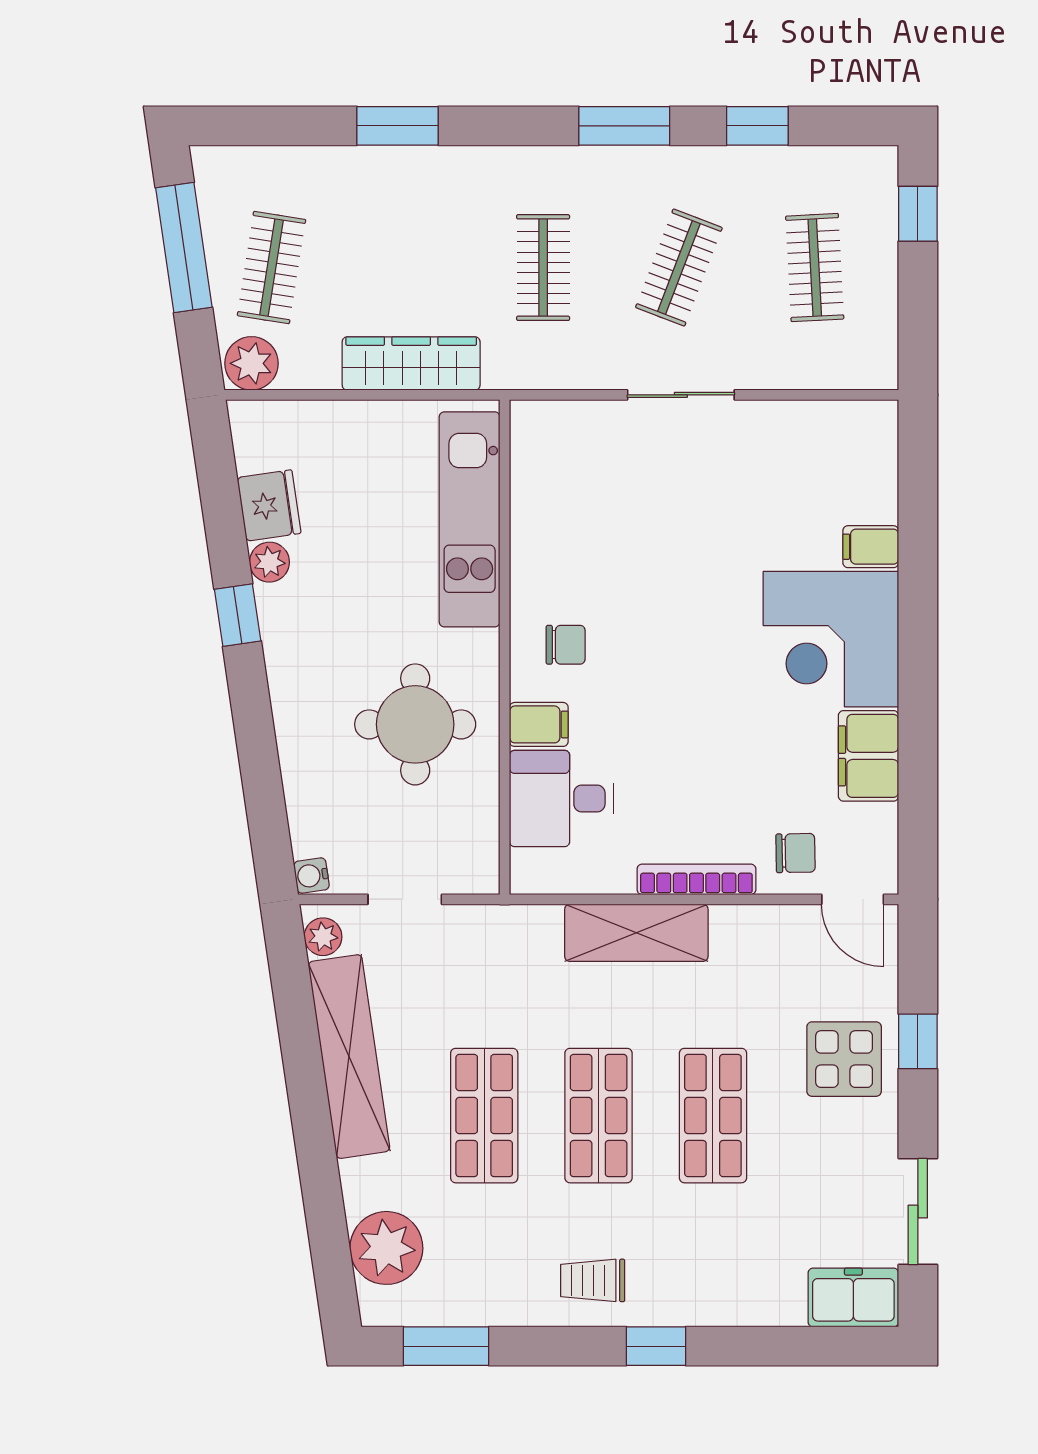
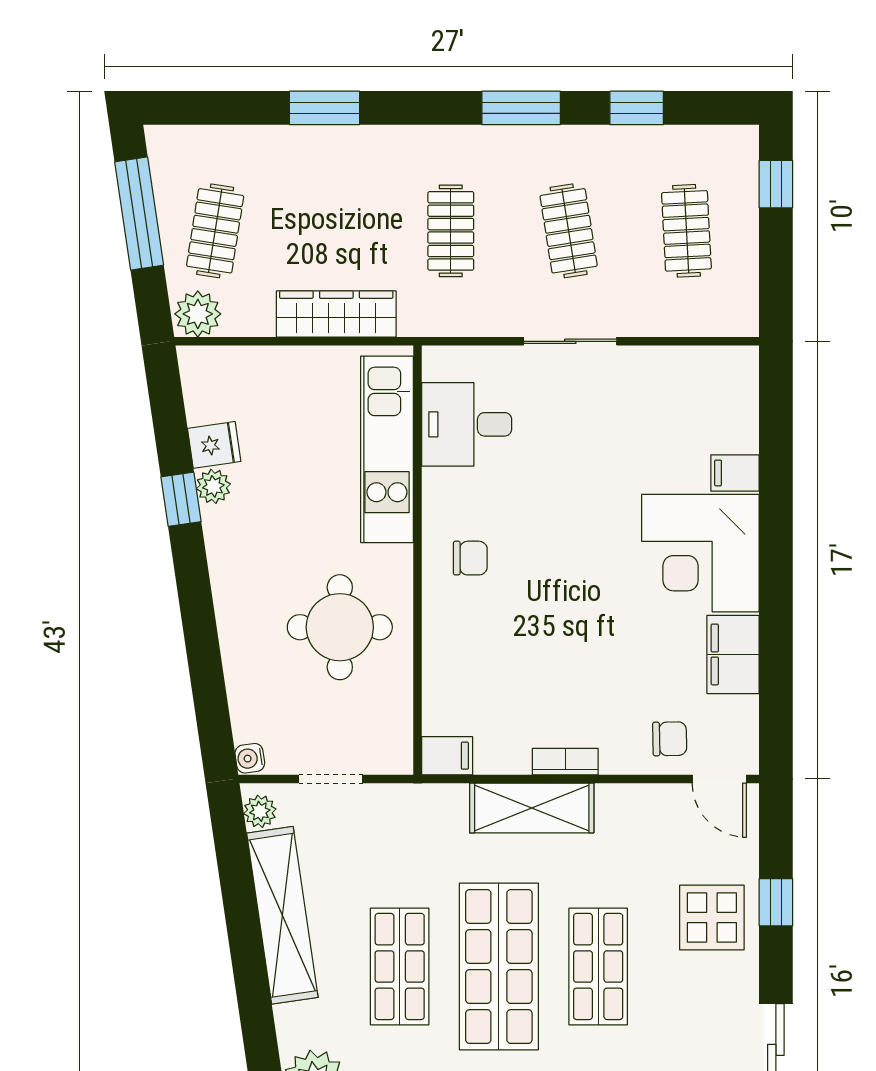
clothes rail: (679, 268) -> (569, 231), turned -30
fridge: (269, 505) -> (214, 445), width x0.72
window: (238, 615) -> (181, 499), moved
filing cabinet: (539, 724) -> (447, 756), moved
desk: (561, 798) -> (467, 424), moved
bookcase: (696, 879) -> (565, 762), width x0.64
shop shelf: (599, 1116) -> (499, 966), width x1.43, depth x1.36

